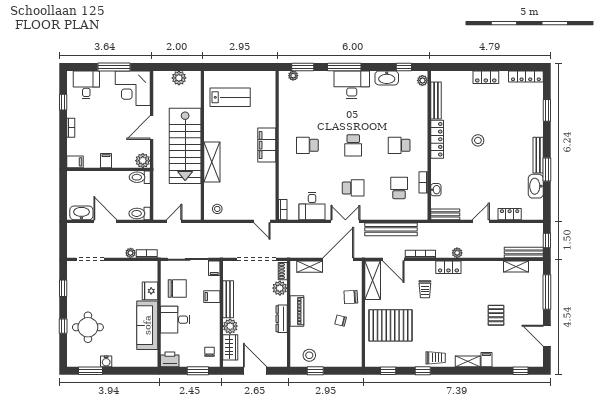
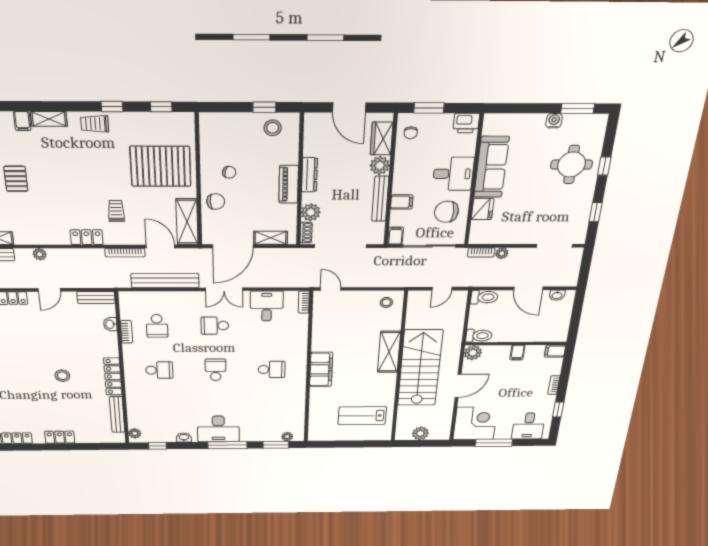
washbasin: (387, 78) -> (184, 437), width x0.52, depth x0.69
washbasin: (81, 213) -> (557, 295), width x0.52, depth x0.69
plant: (457, 253) -> (40, 254), moved

